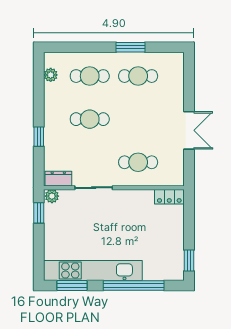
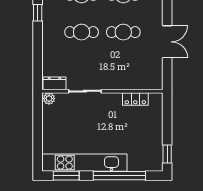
window: (39, 137) -> (38, 13), moved
cafe table: (138, 162) -> (123, 32), moved
locker: (169, 197) -> (135, 99), moved
window: (39, 213) -> (38, 113), removed

